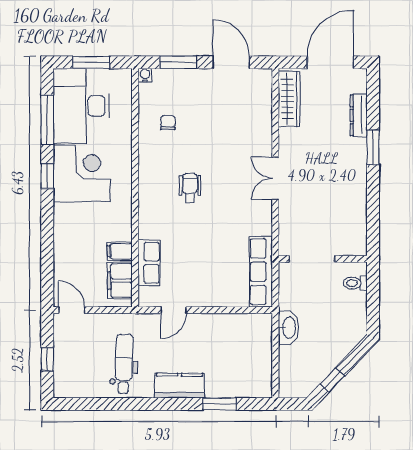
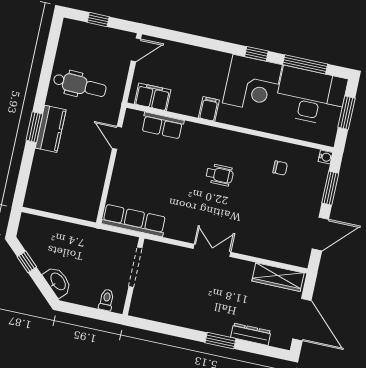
filing cabinet: (120, 251) -> (209, 109), moved
washbasin: (289, 328) -> (58, 282), moved, turned -136
window: (220, 404) -> (34, 127), moved

